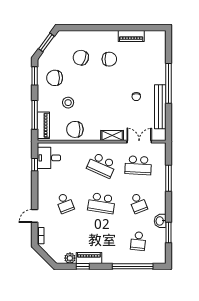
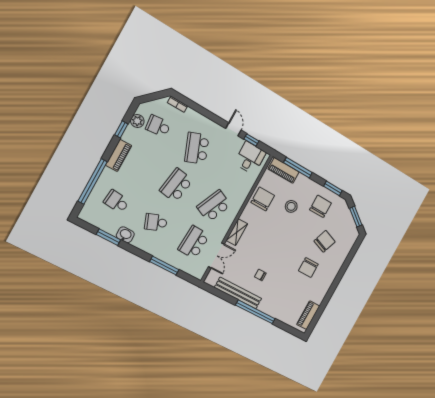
piano: (131, 36) -> (308, 315), moved
school desk: (65, 203) -> (197, 148), width x1.85
door: (35, 216) -> (233, 129), moved
school desk: (65, 241) -> (158, 126), added
piano: (89, 258) -> (119, 155), moved

